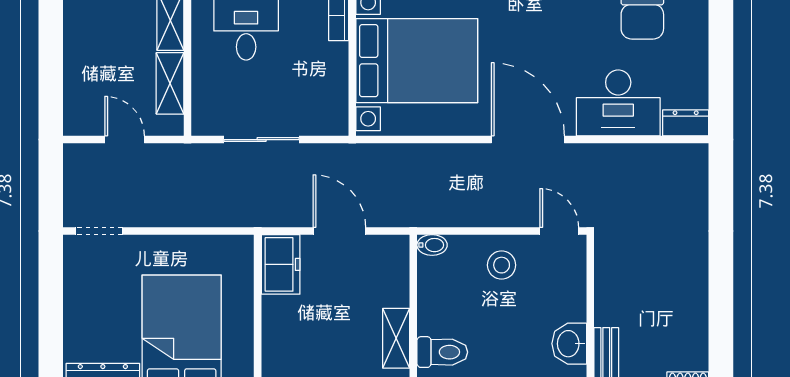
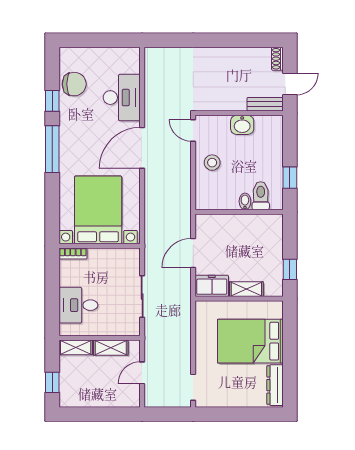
dresser: (686, 123) -> (133, 60), removed
door: (559, 231) -> (193, 130), hinge flipped
bidet: (432, 245) -> (245, 201), moved
shelving: (396, 338) -> (246, 289), moved
washbasin: (569, 344) -> (242, 125), moved

